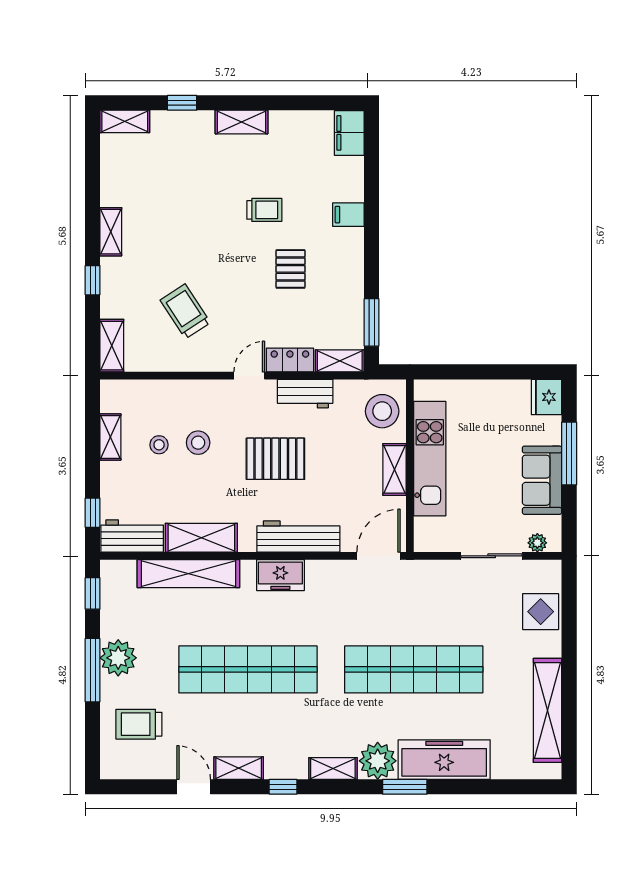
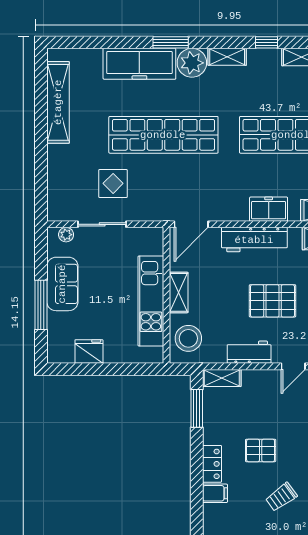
trolley: (264, 210) -> (281, 497), turned -36
pallet: (291, 269) -> (261, 450), turned 90
locker: (290, 360) -> (212, 464), moved, turned -90
fridge: (547, 397) -> (89, 351), moved, turned -90
display table: (541, 612) -> (113, 183), moved

